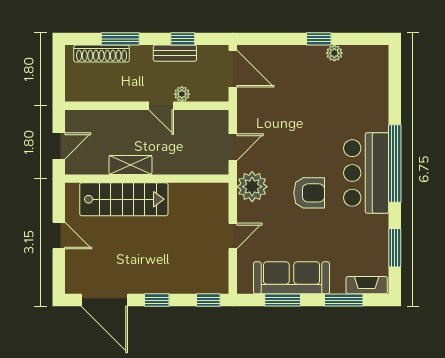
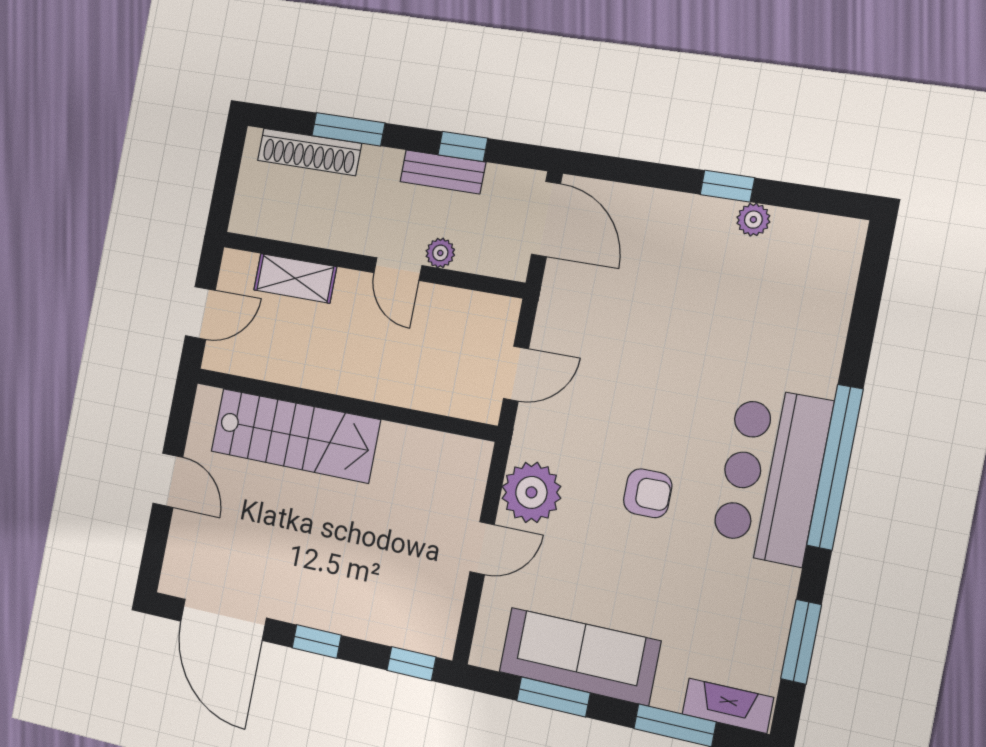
shelving: (130, 165) -> (295, 278), moved
plant: (252, 187) -> (531, 492), moved
armchair: (309, 193) -> (648, 493), width x0.72, depth x0.72

